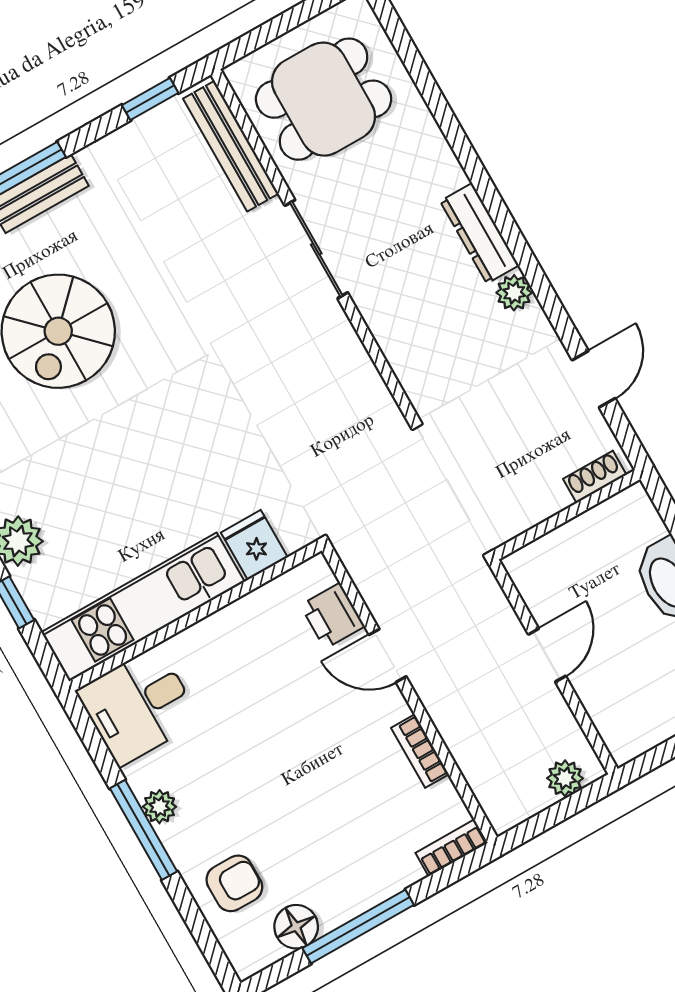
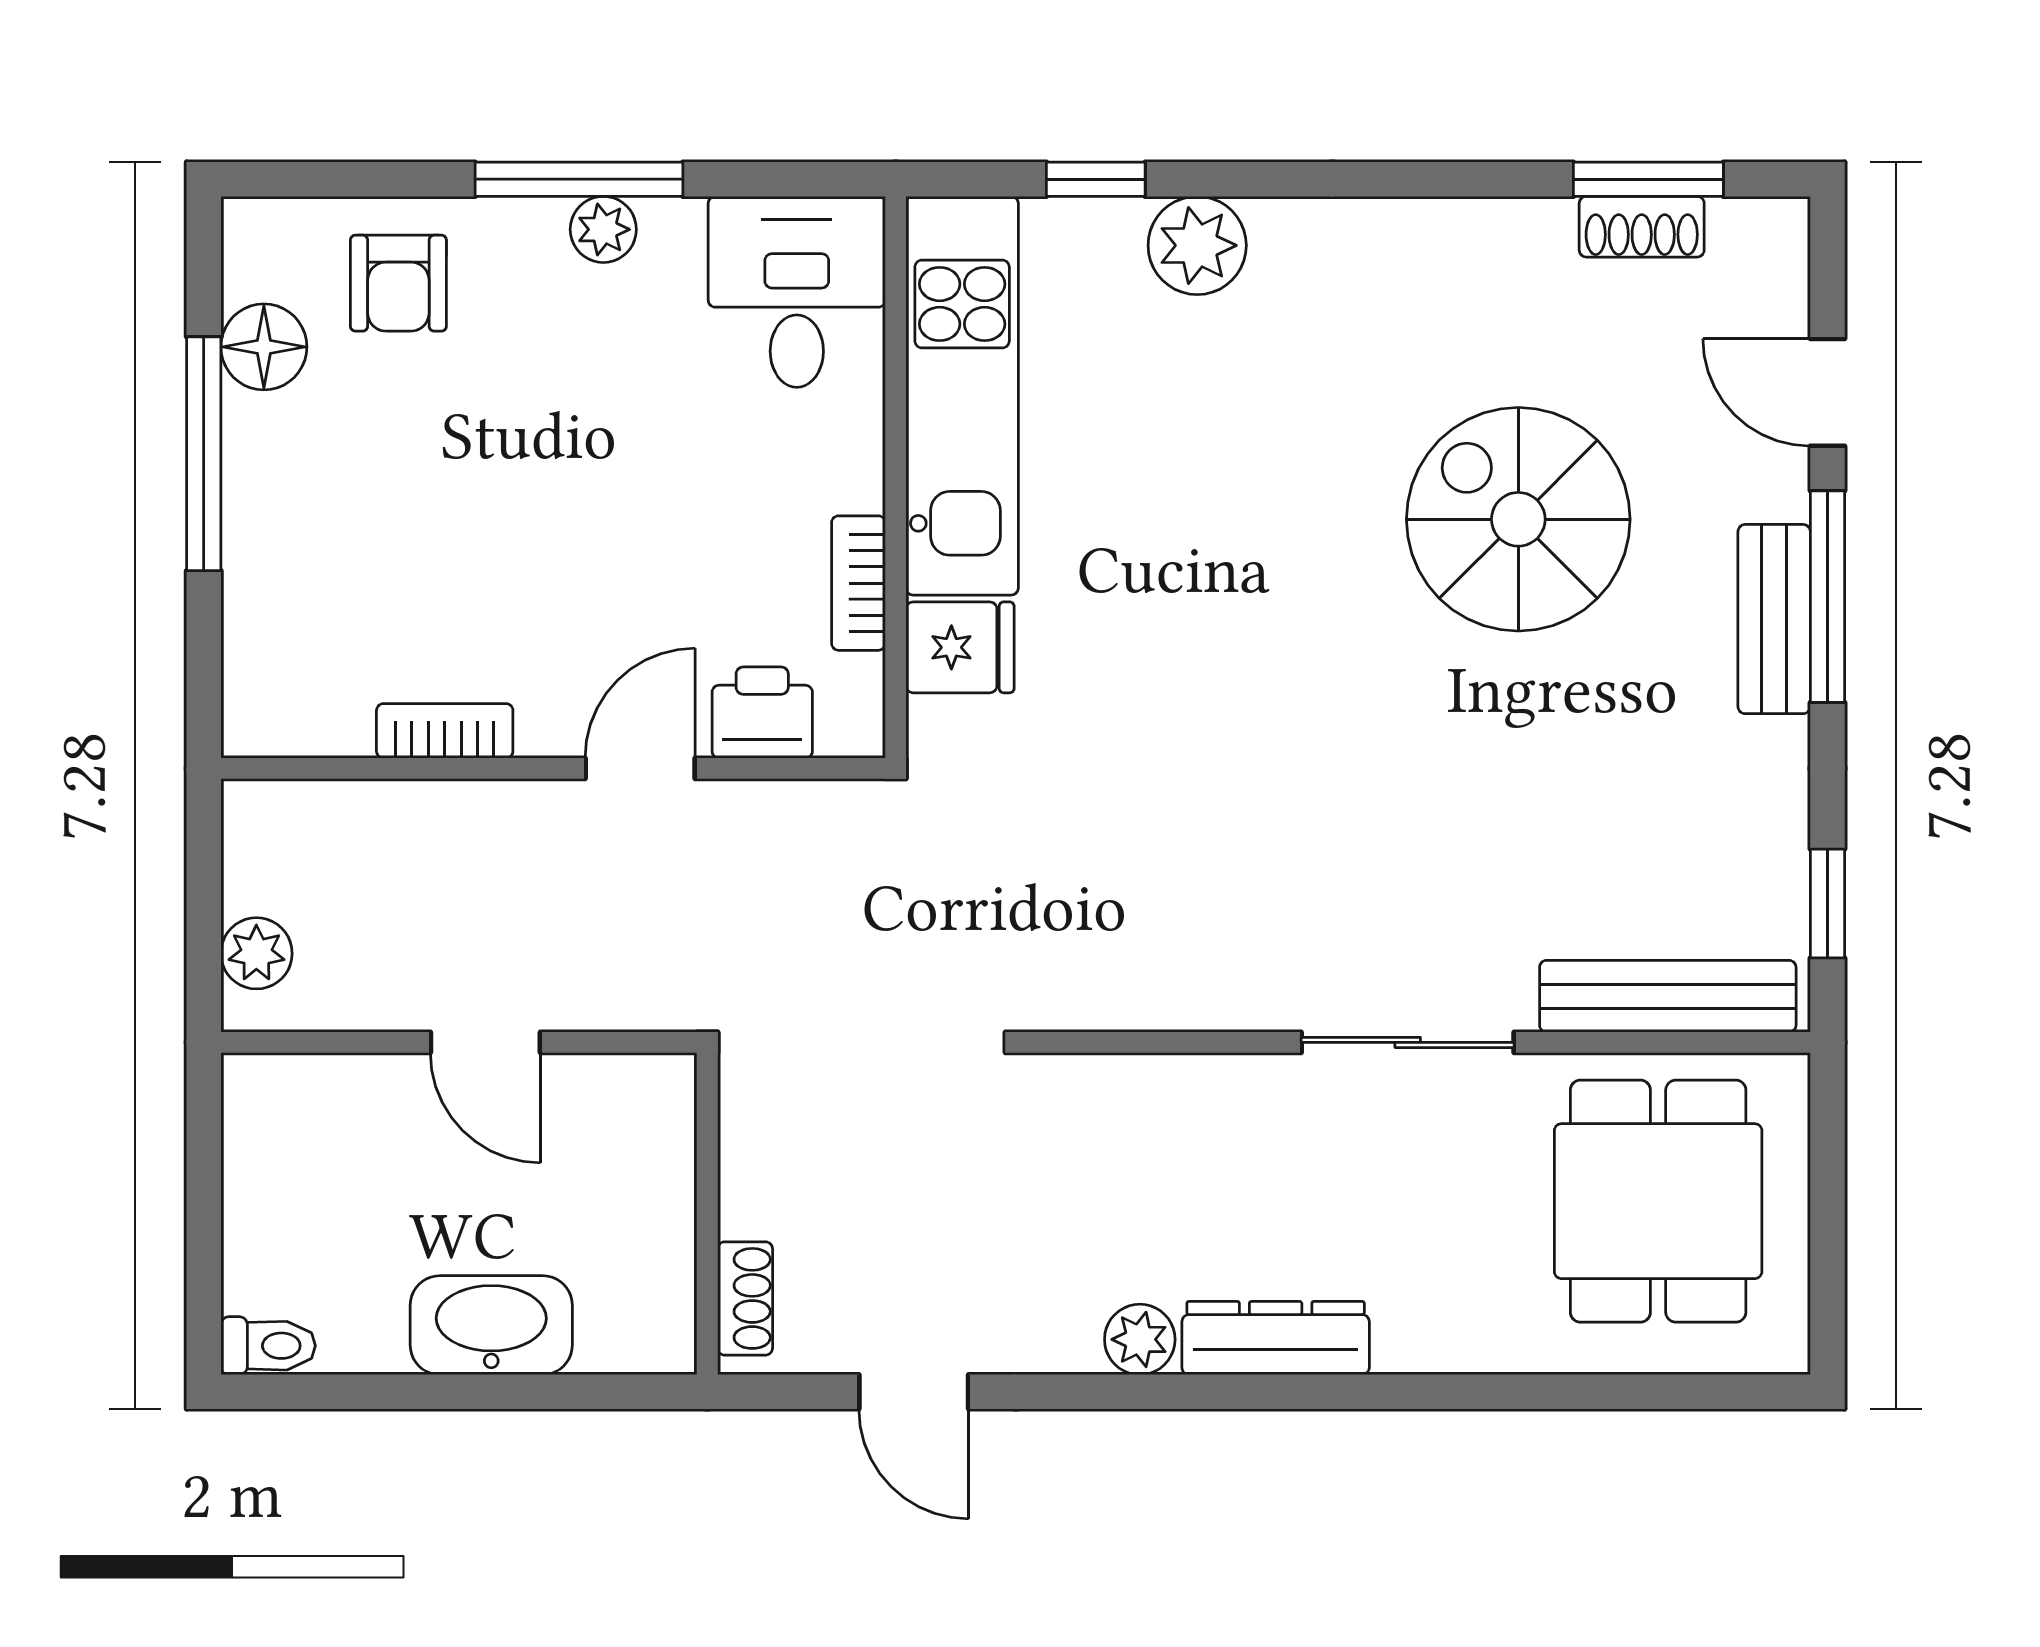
bookcase: (452, 848) -> (858, 583), moved, turned 180

